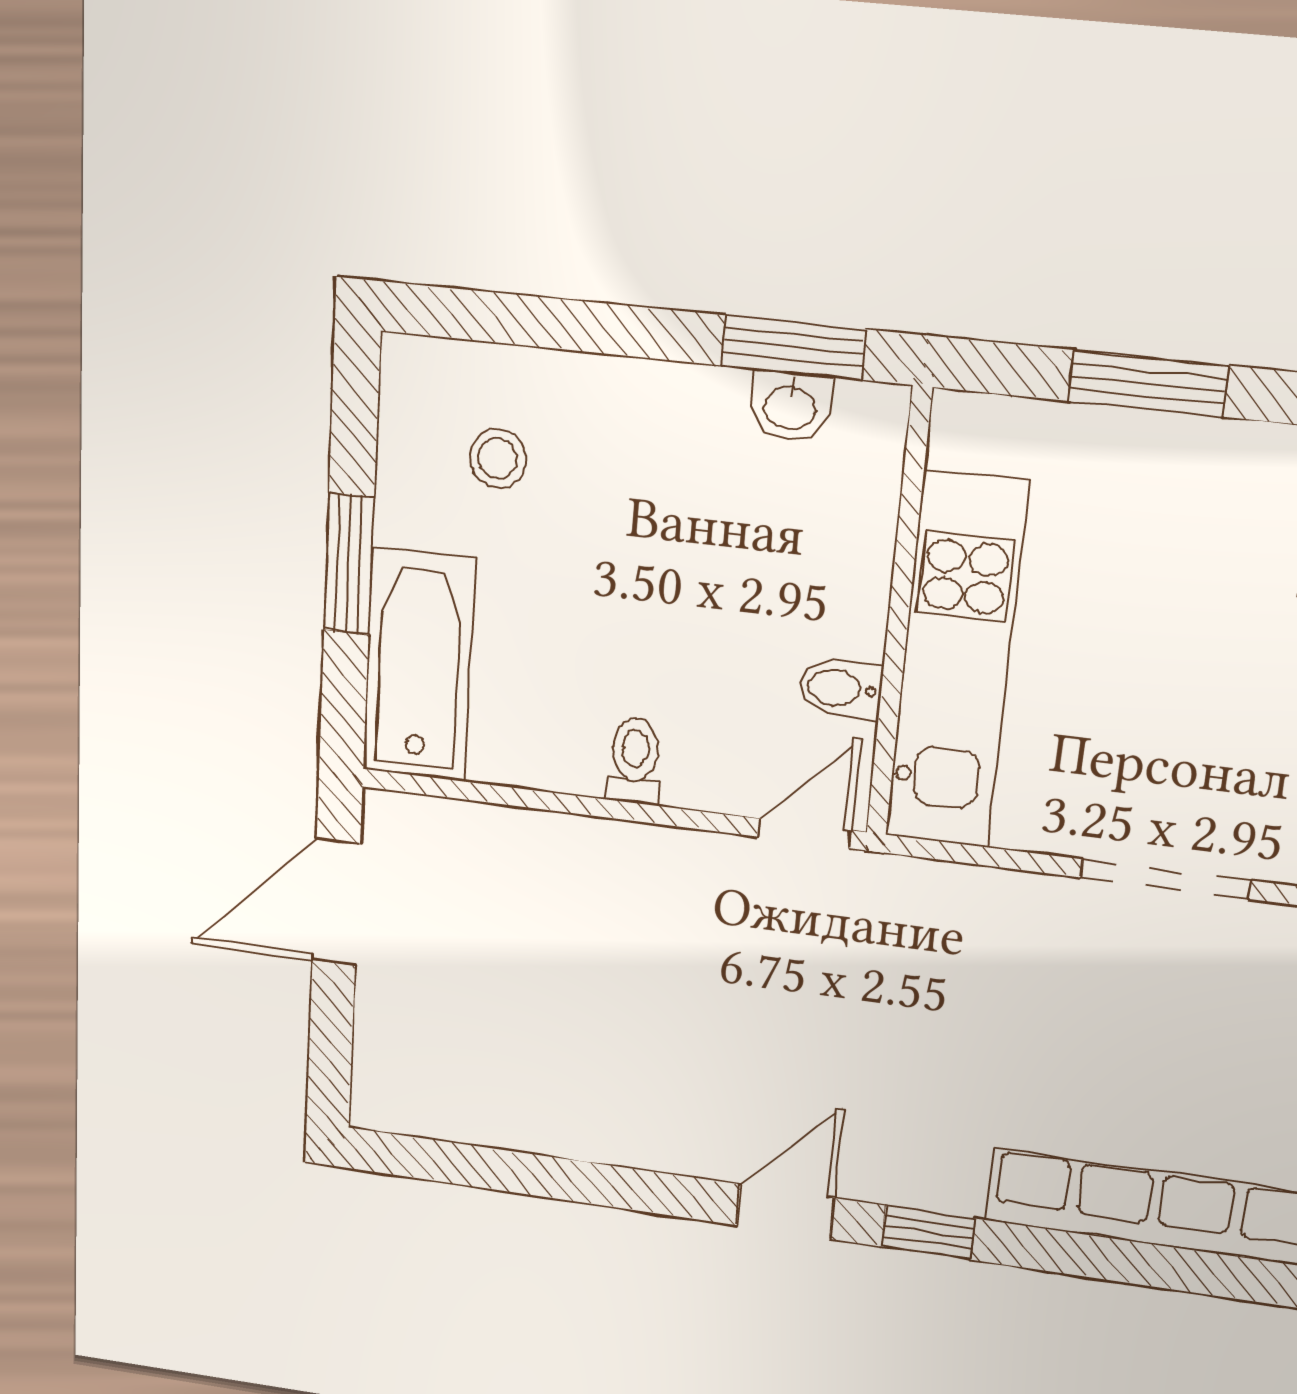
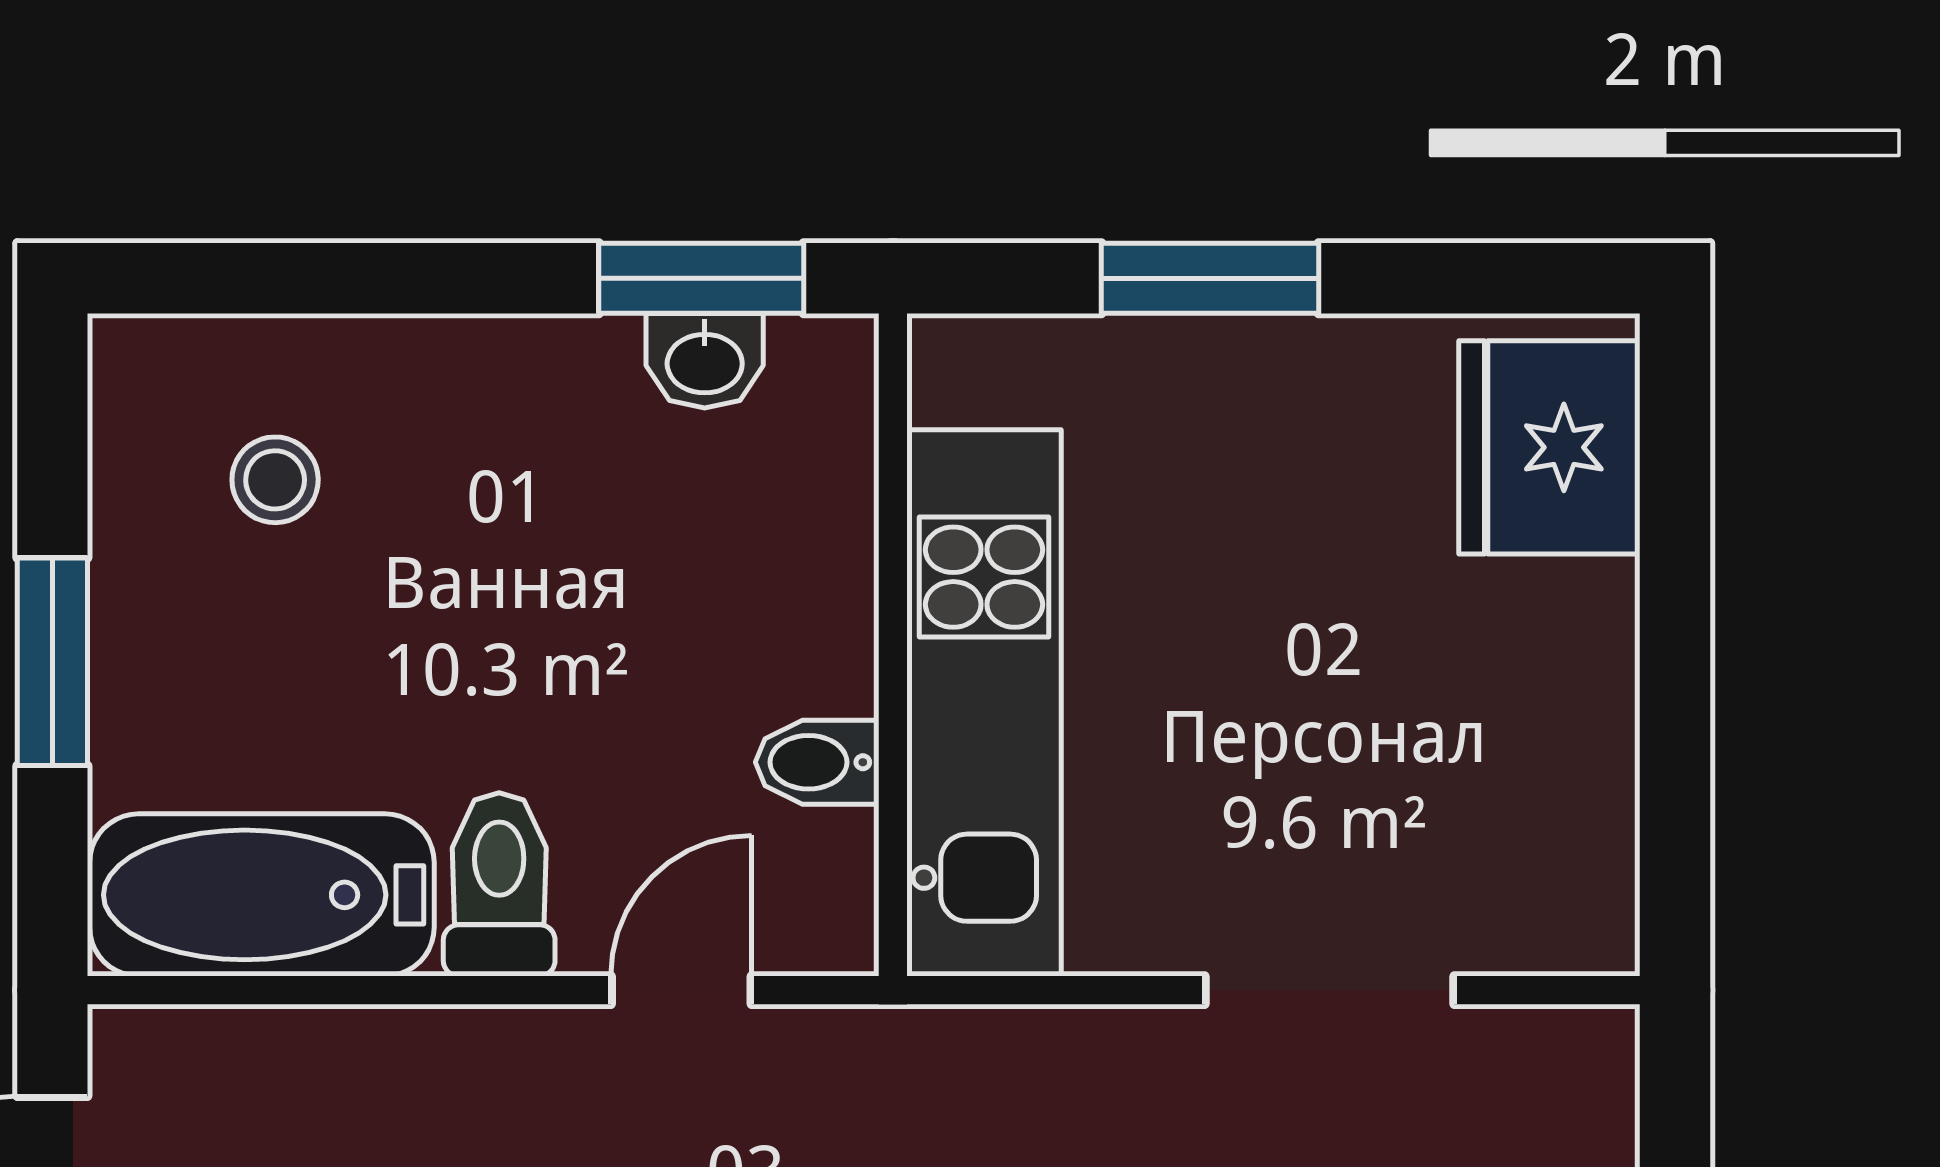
bathtub: (419, 665) -> (262, 895), moved, turned -90
toilet: (635, 760) -> (499, 884), width x1.37, depth x1.39
door: (804, 833) -> (681, 990), moved

